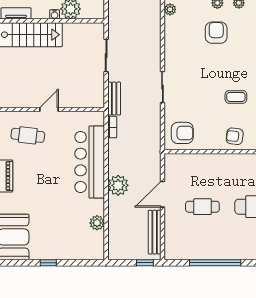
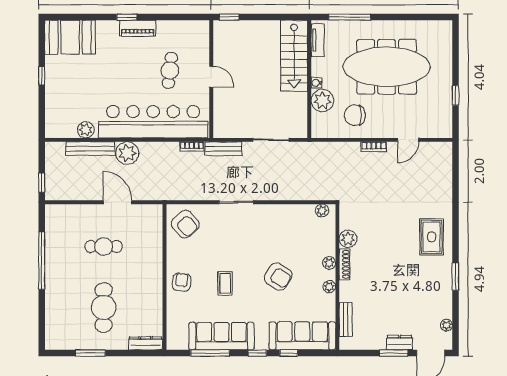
armchair: (216, 33) -> (278, 277), moved, turned 31
armchair: (182, 133) -> (185, 224), turned -42
cafe table: (28, 135) -> (170, 70), moved
bar counter: (90, 162) -> (153, 122), width x1.36
cafe table: (202, 207) -> (104, 247), turned 90
bench: (155, 232) -> (90, 149), moved

